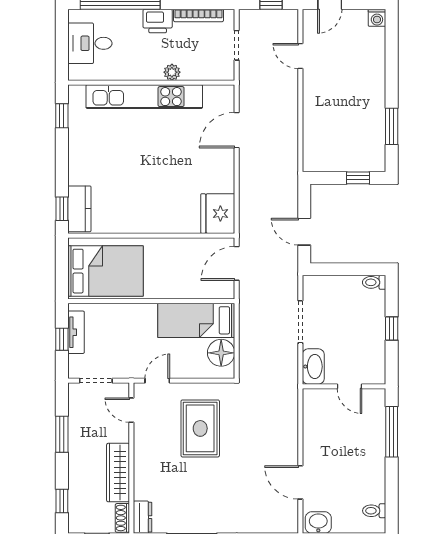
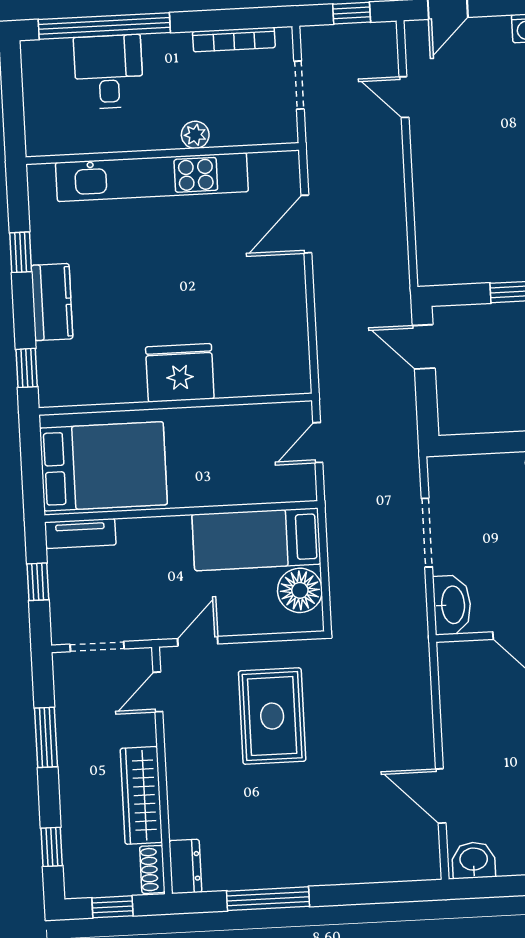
printer: (158, 21) -> (167, 52), removed
desk: (90, 43) -> (109, 72), moved, turned 90
window: (62, 116) -> (21, 252), moved
kitchen counter: (79, 209) -> (52, 302), moved
fridge: (218, 214) -> (180, 373), moved, turned 90
door: (304, 232) -> (424, 347), moved
door: (237, 263) -> (318, 443), width x0.73
tv unit: (76, 332) -> (80, 534), moved, turned 90
door: (131, 410) -> (158, 692), hinge flipped

